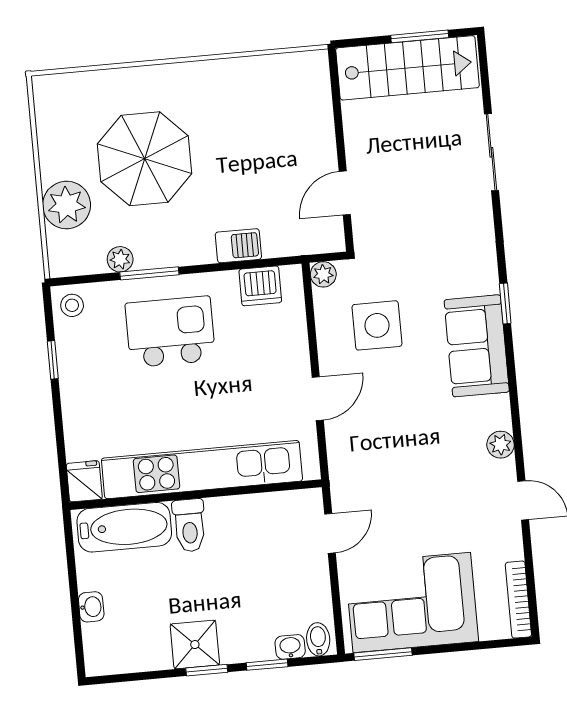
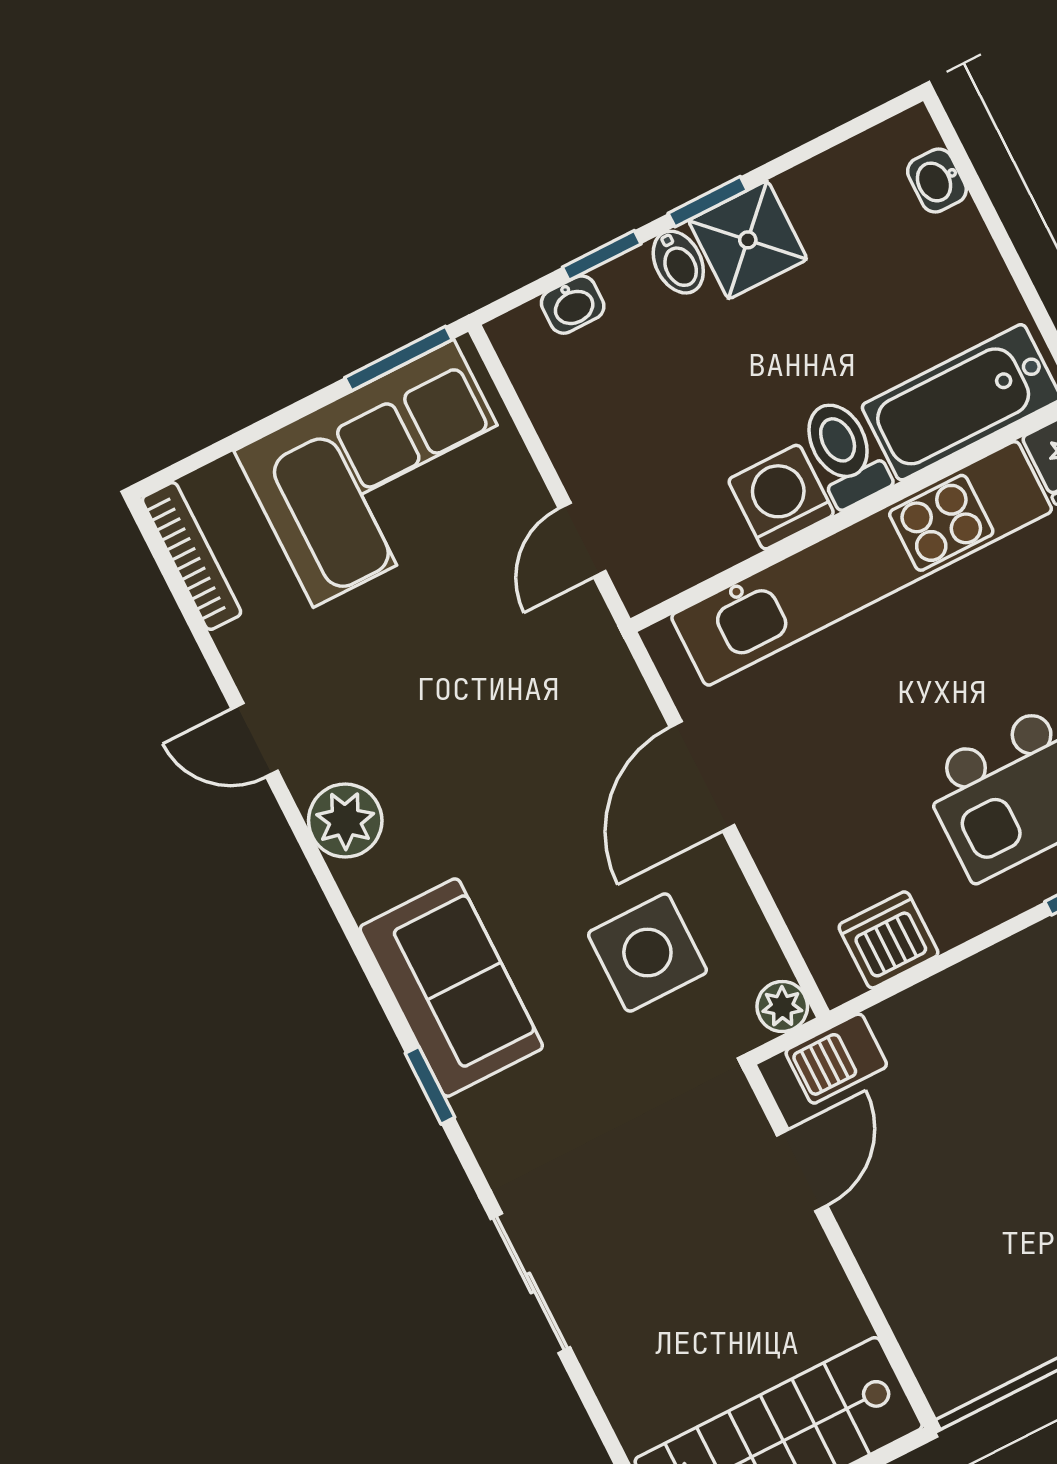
sliding door: (491, 152) -> (530, 1283), moved
barbecue: (238, 246) -> (836, 1059), moved
door: (318, 399) -> (702, 776), width x1.38
plant: (501, 445) -> (345, 821), width x1.38, depth x1.38
washing machine: (228, 516) -> (781, 497), added
washbasin: (91, 607) -> (937, 180), moved
bidet: (318, 639) -> (678, 262), moved

